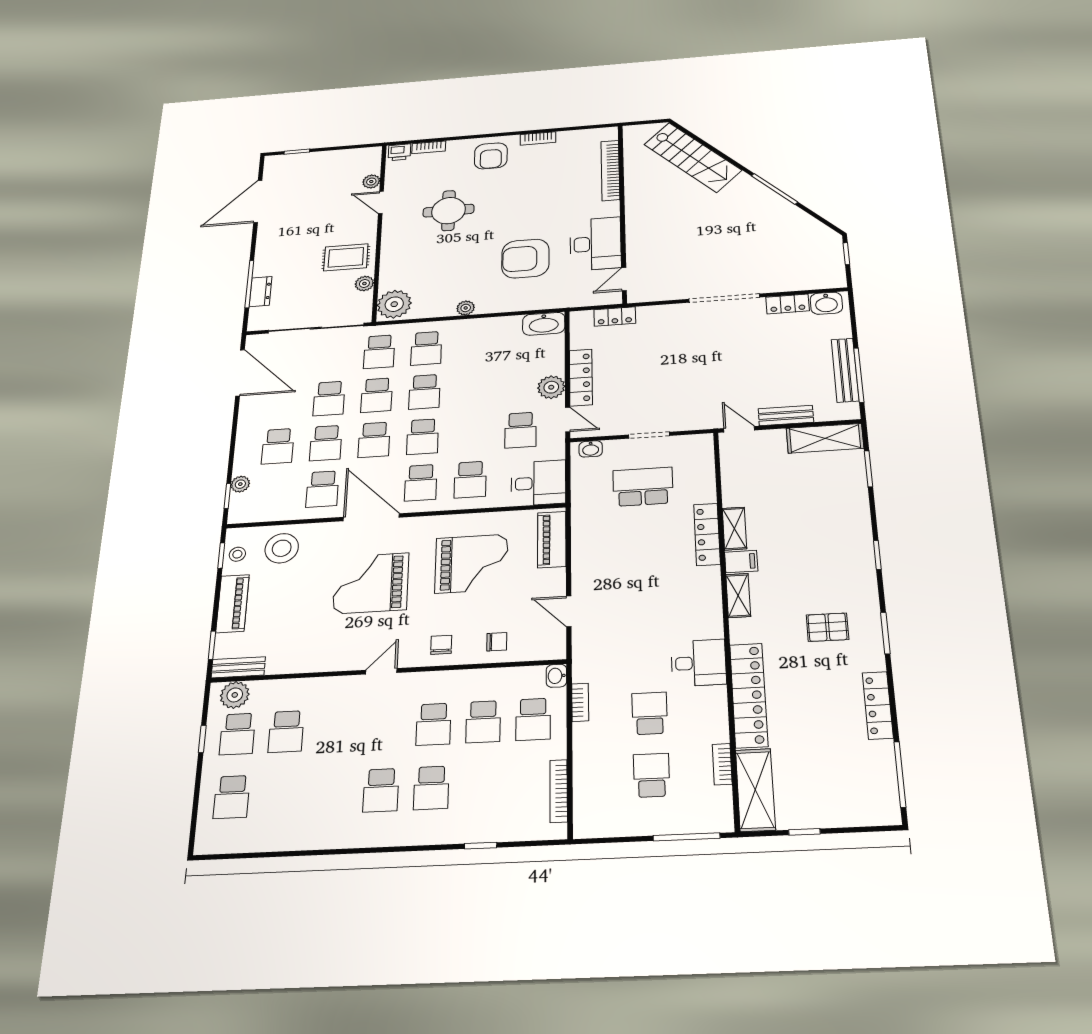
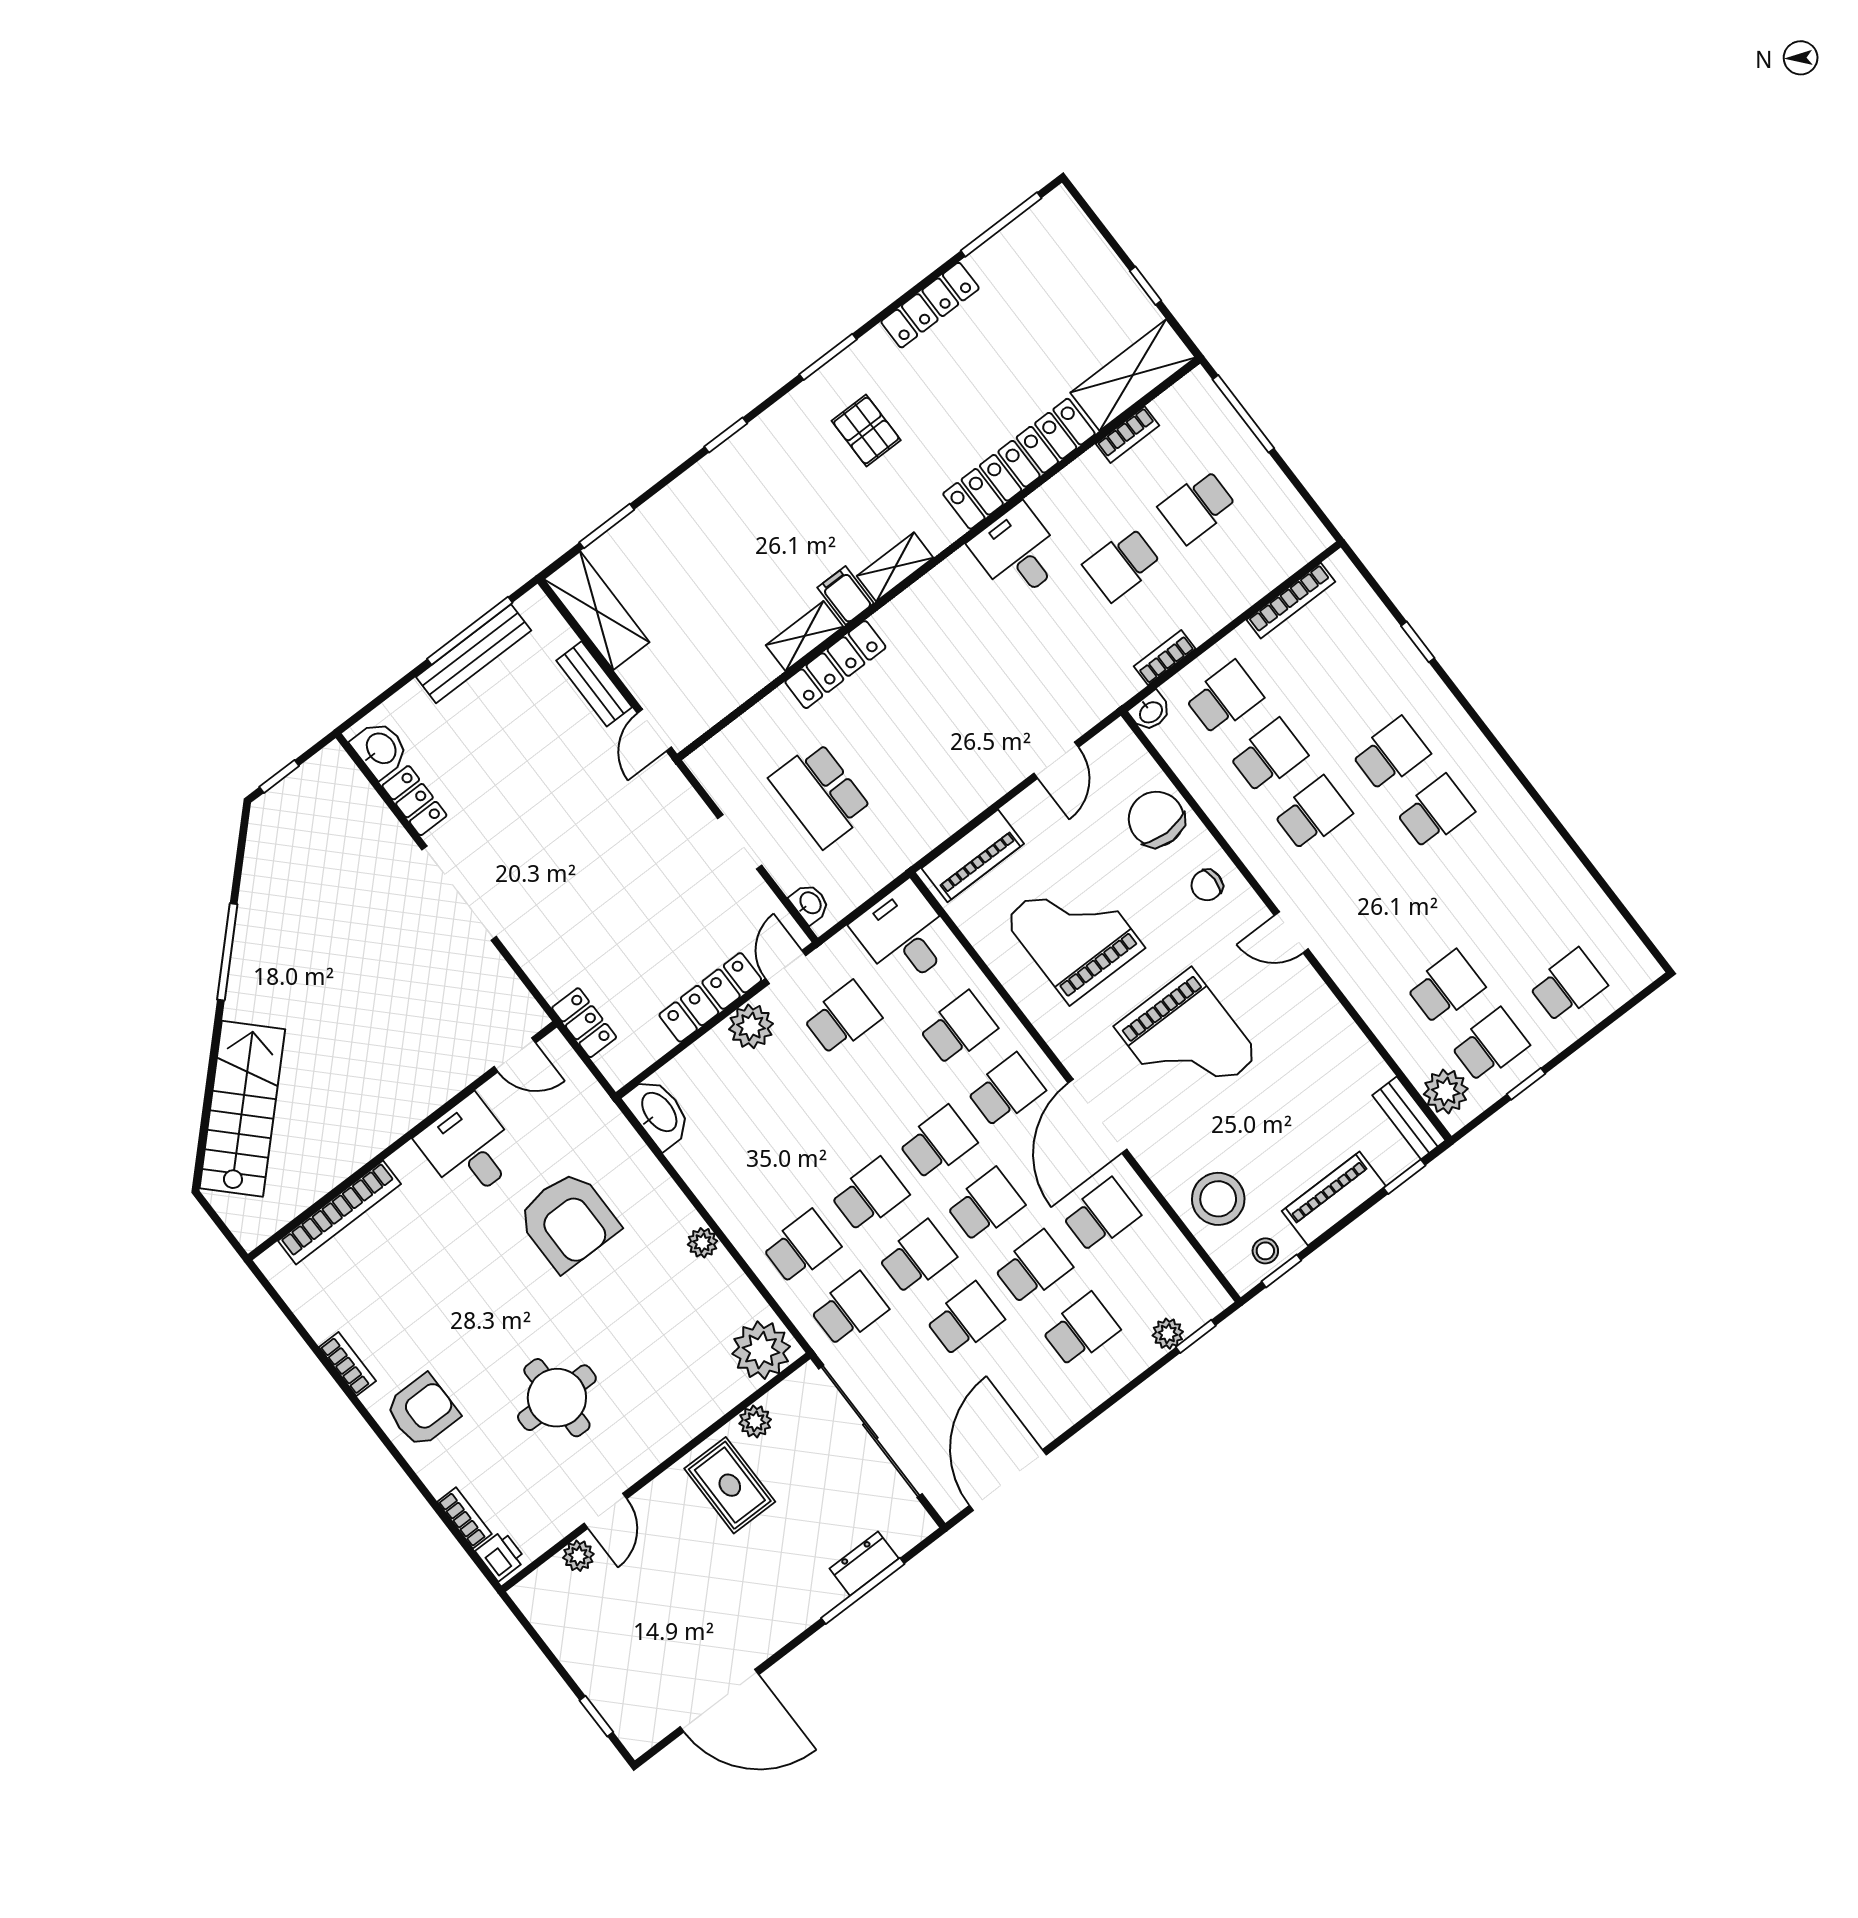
desk: (596, 244) -> (469, 1148), width x0.73
chair: (497, 642) -> (1156, 819), width x1.87, depth x1.87

